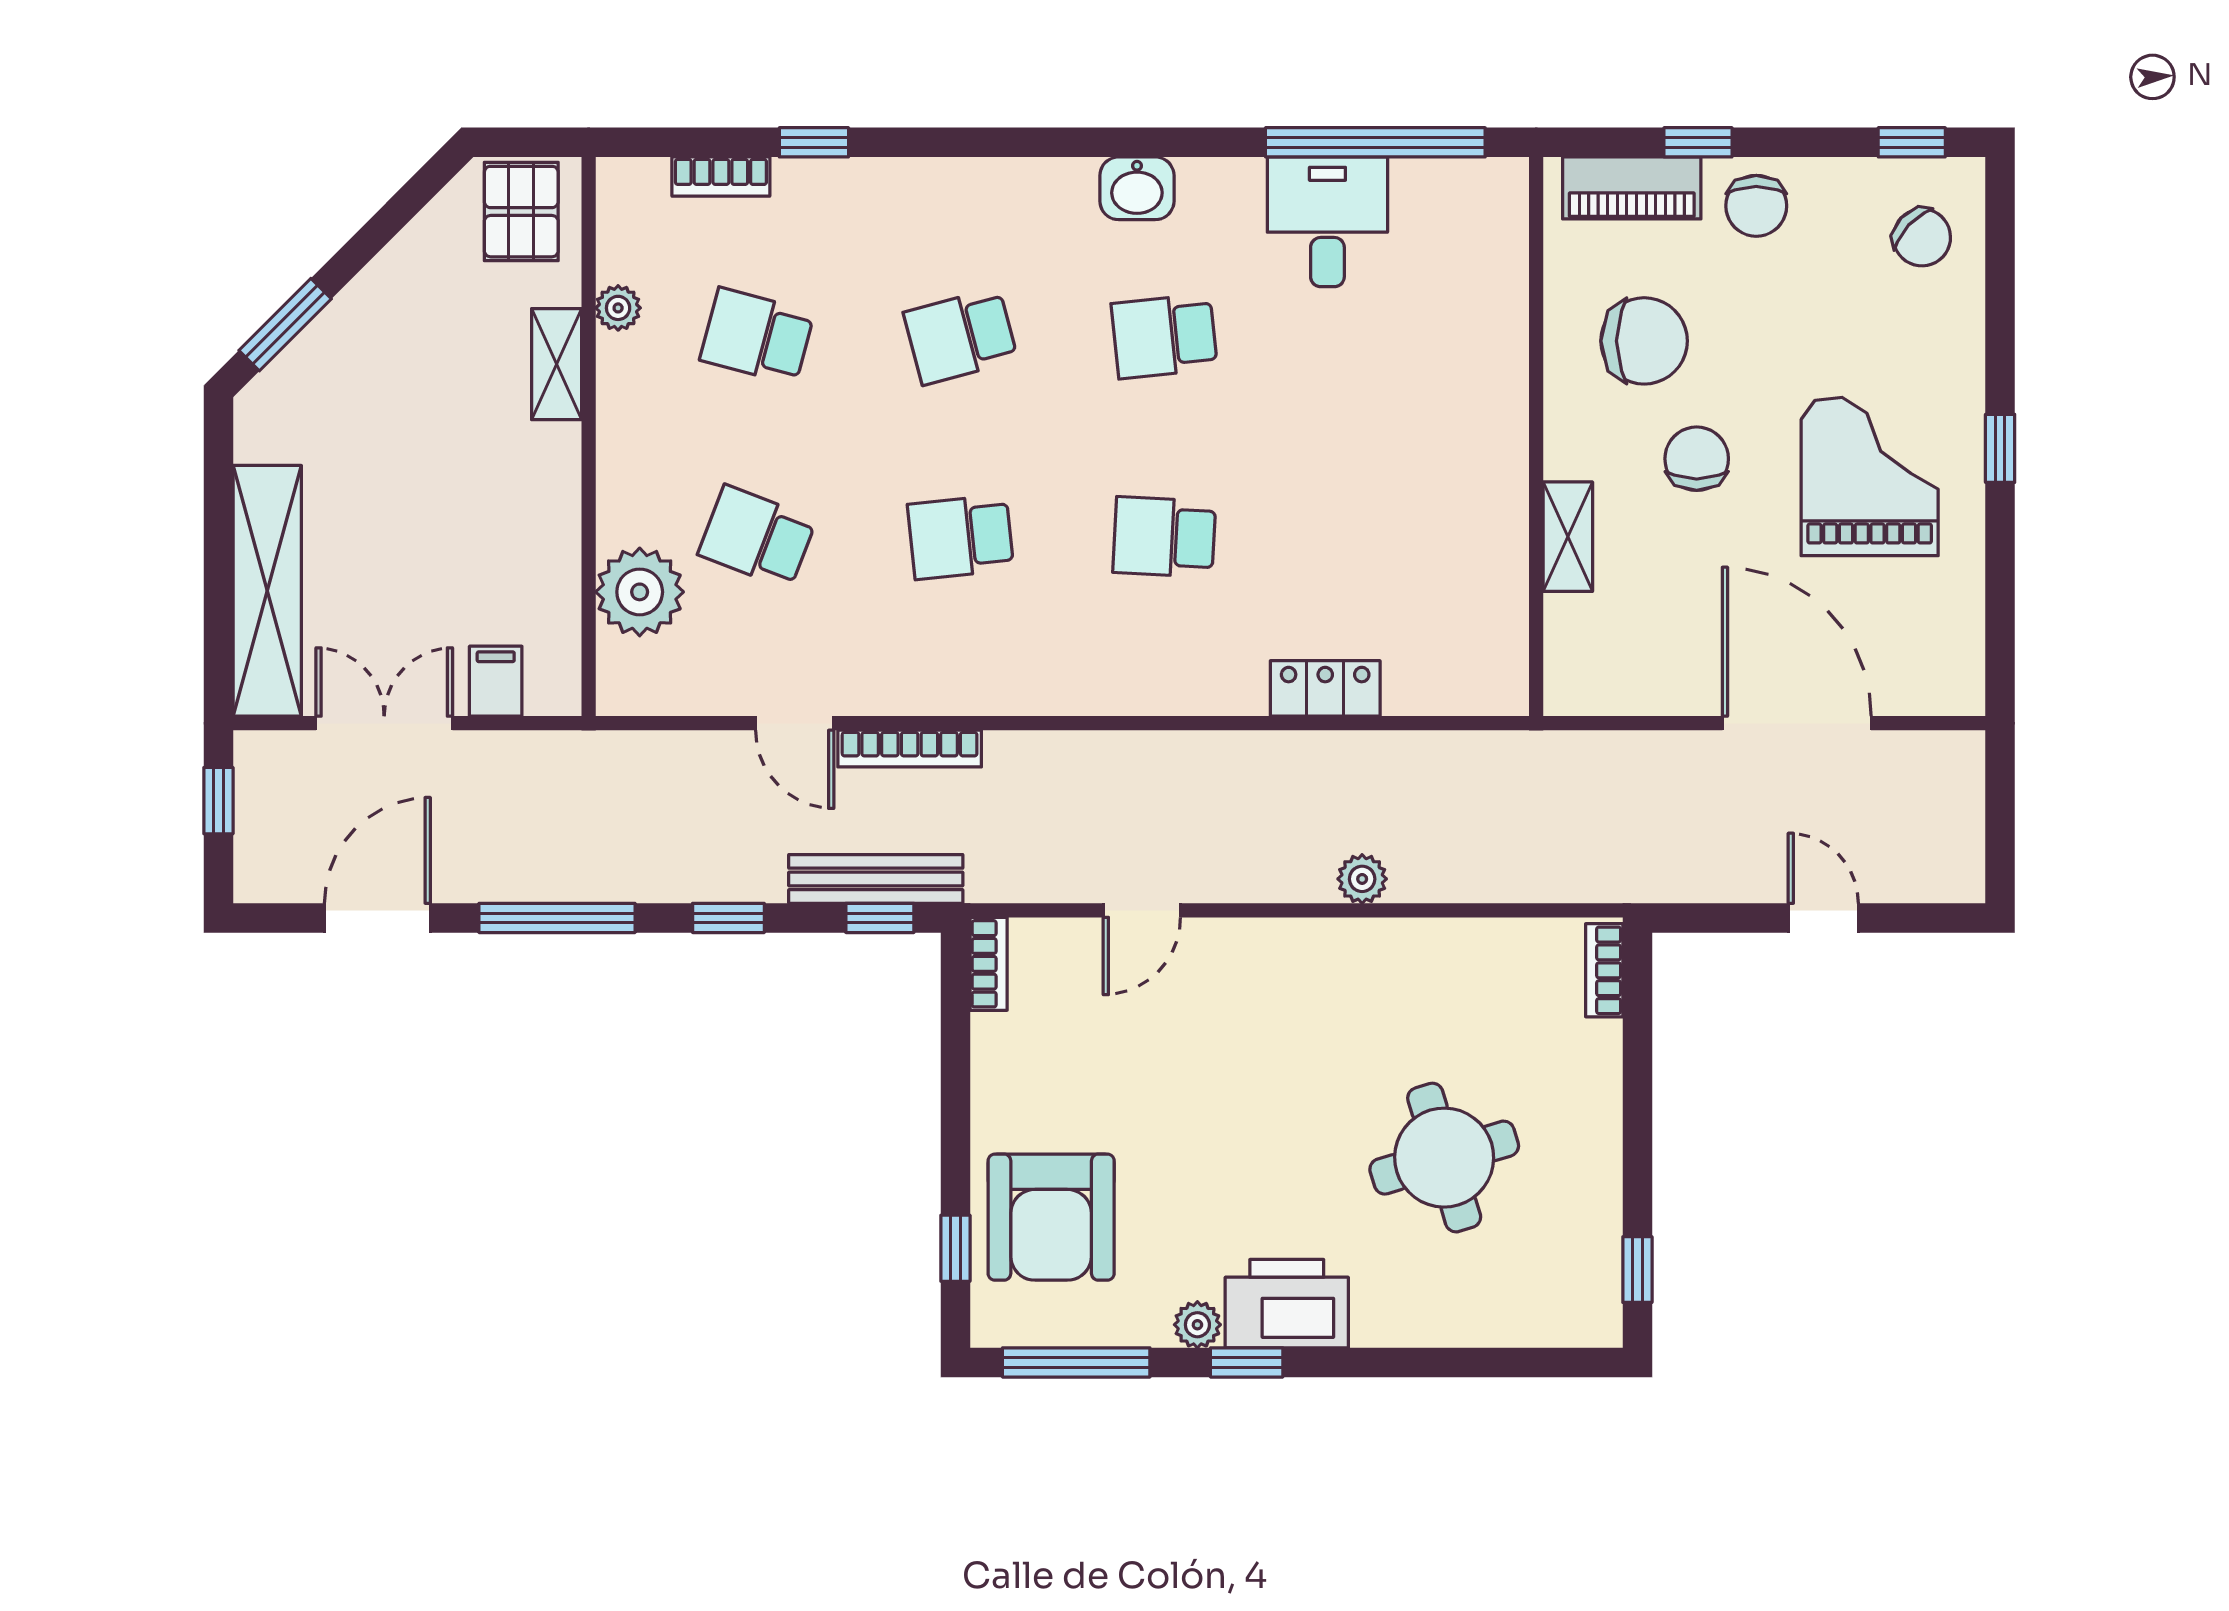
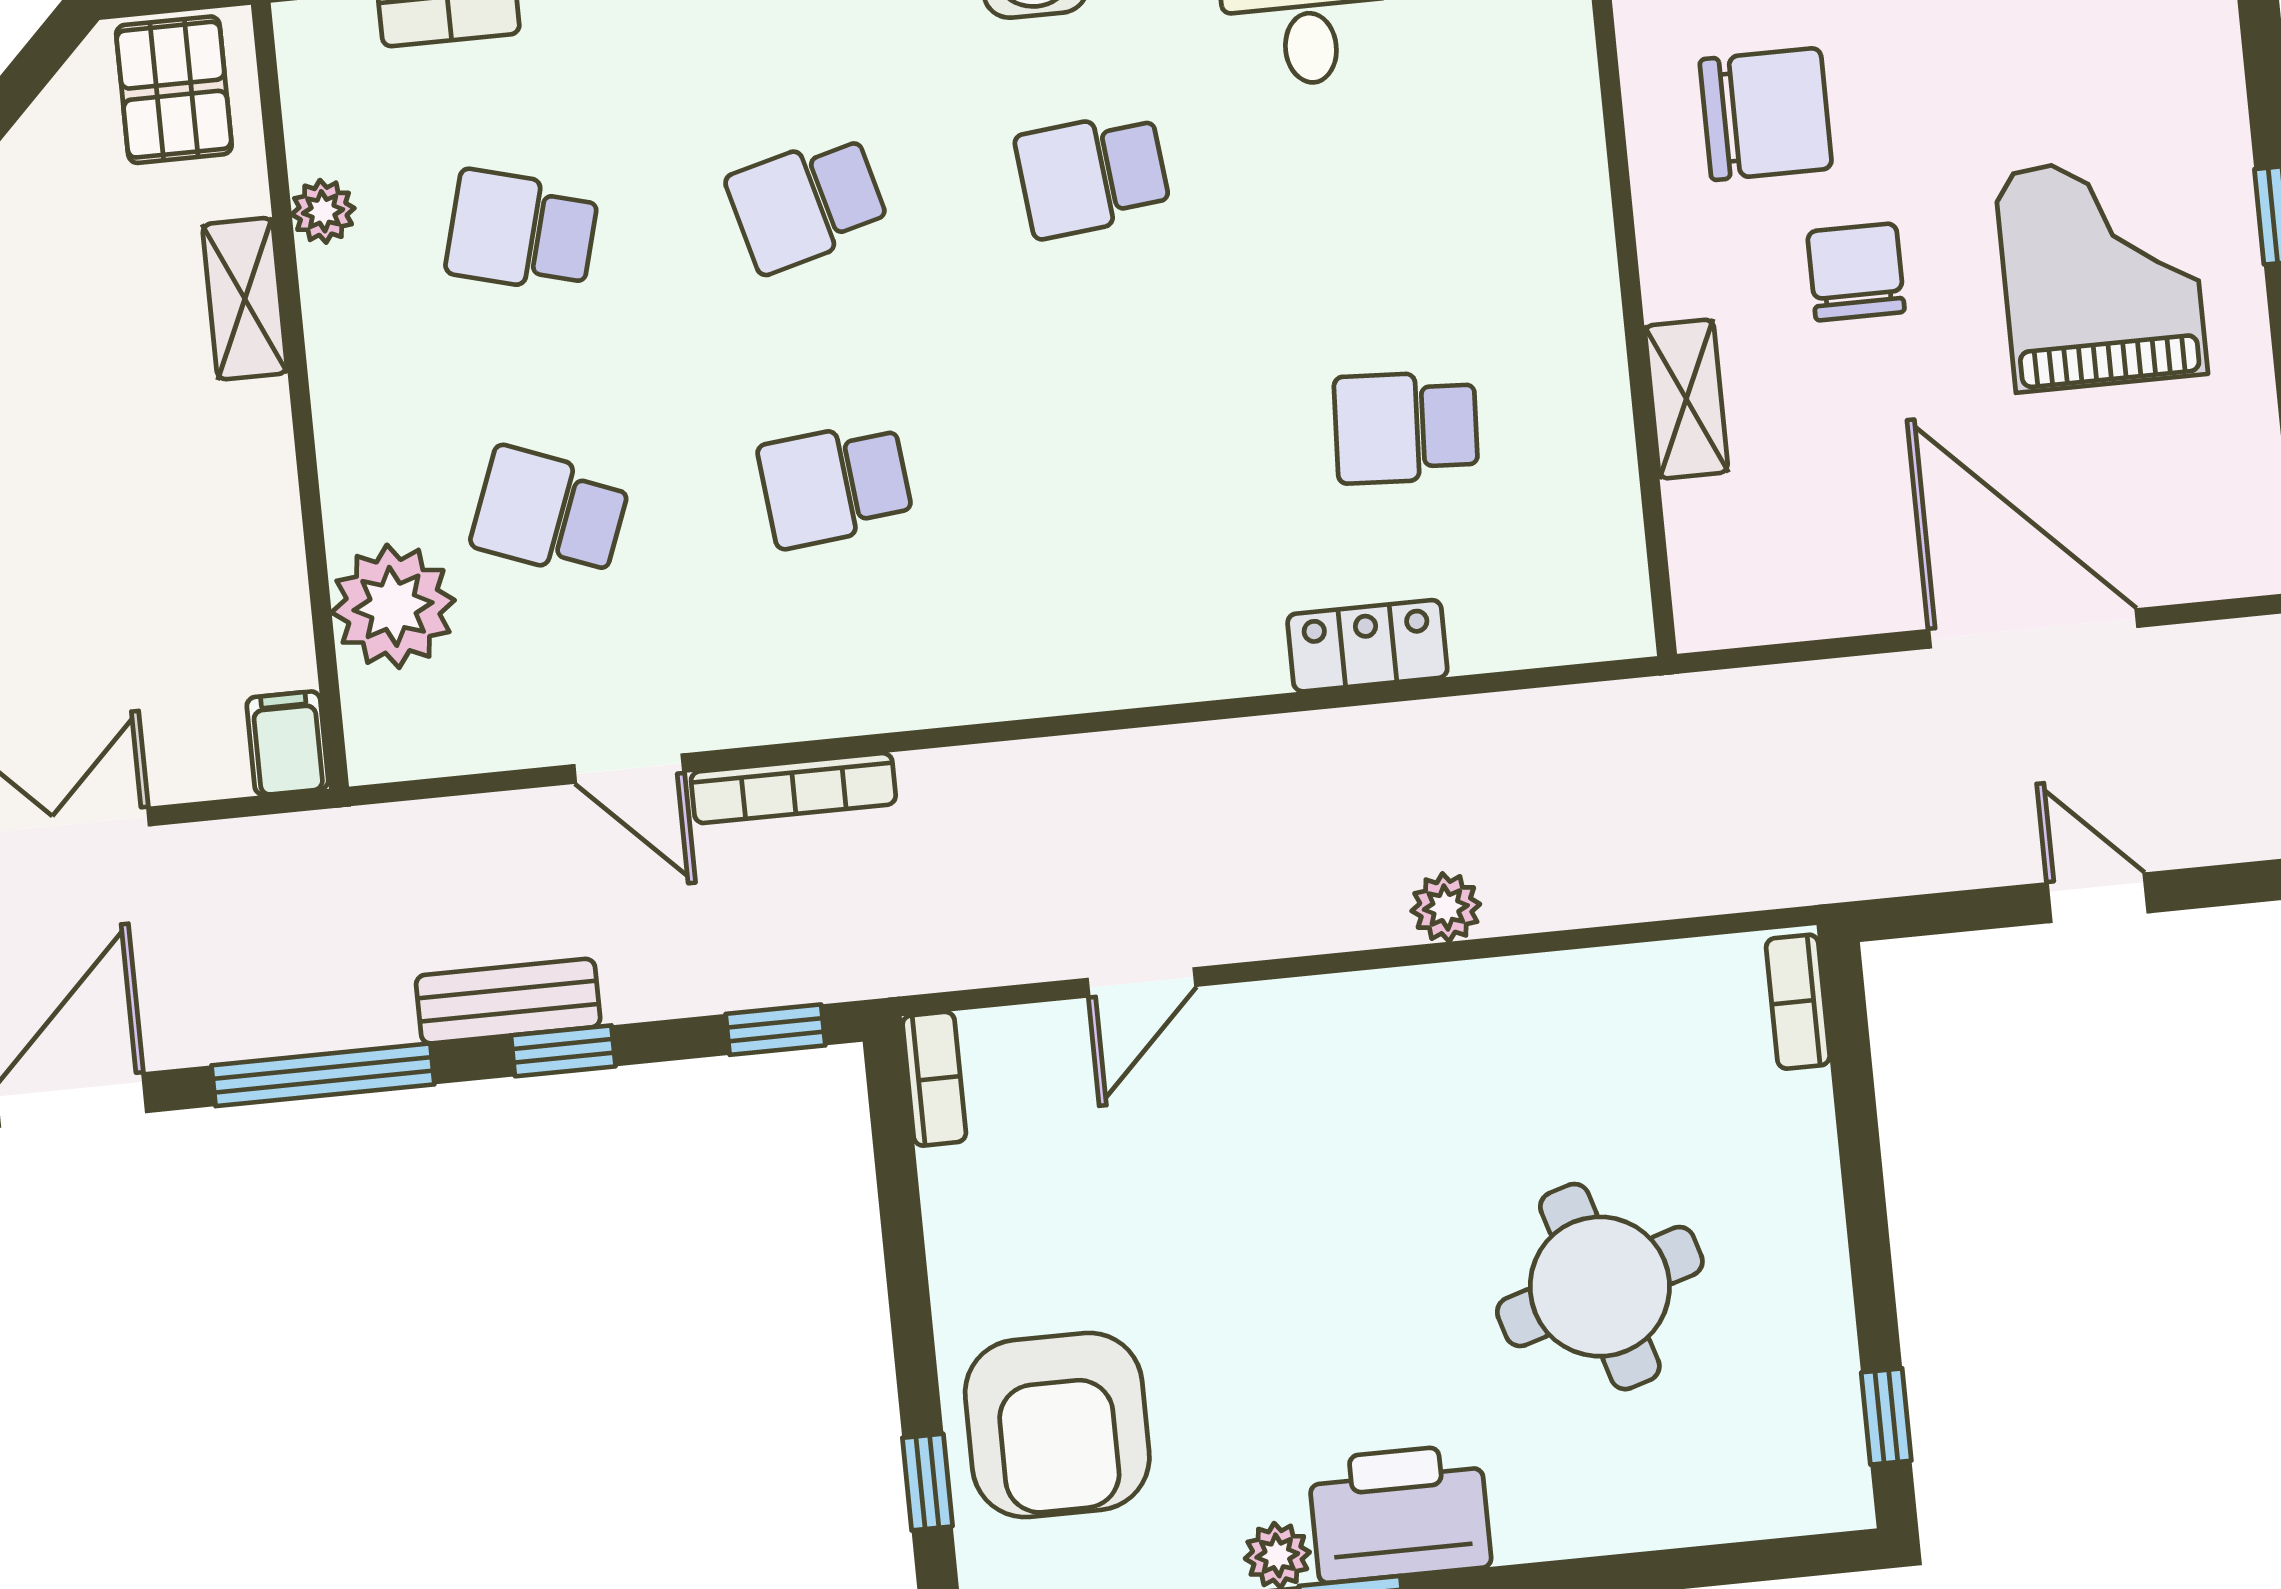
school desk: (1164, 537) -> (1406, 427), moved
filing cabinet: (496, 681) -> (288, 743), moved
bench: (876, 879) -> (508, 1001), moved, width x0.73

